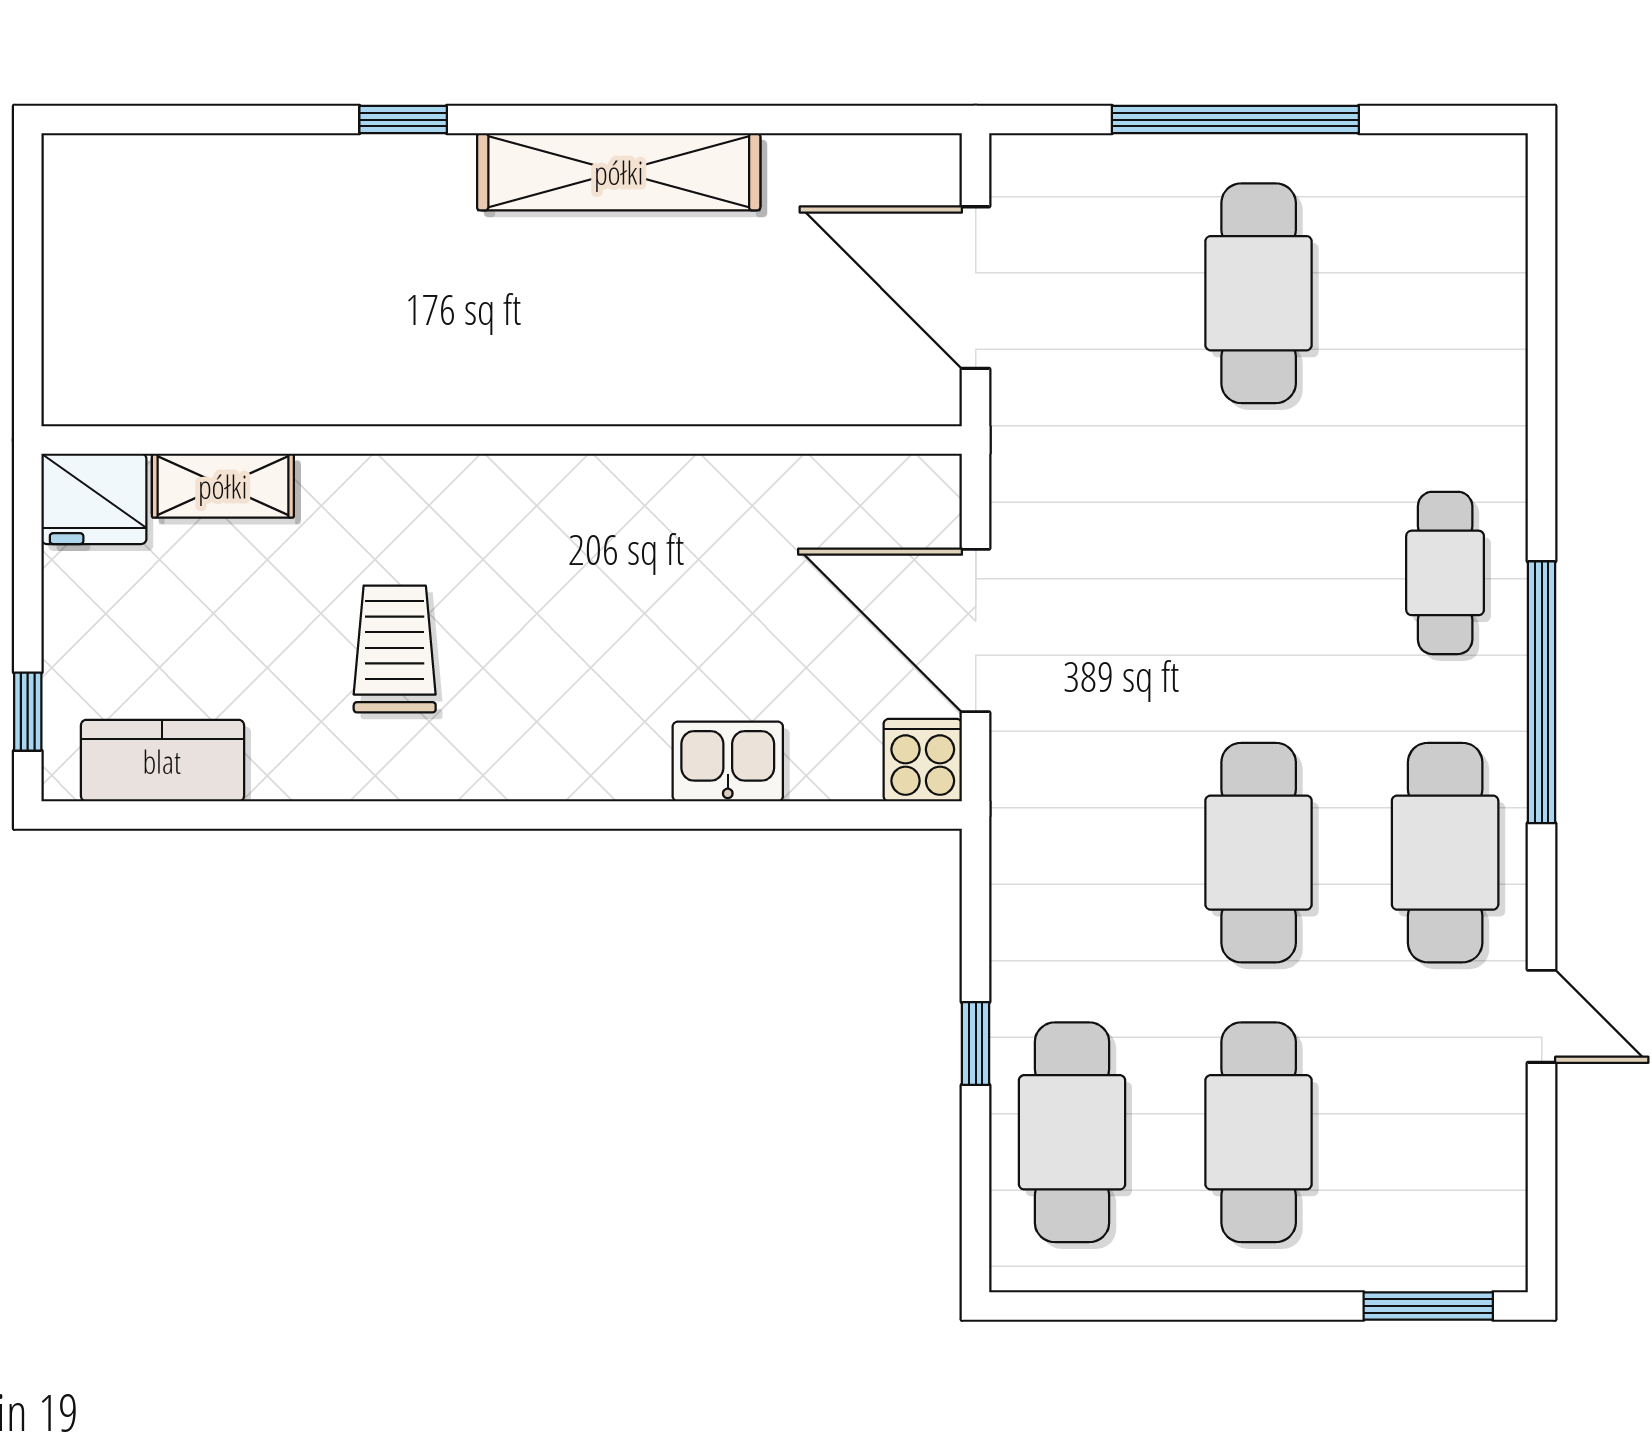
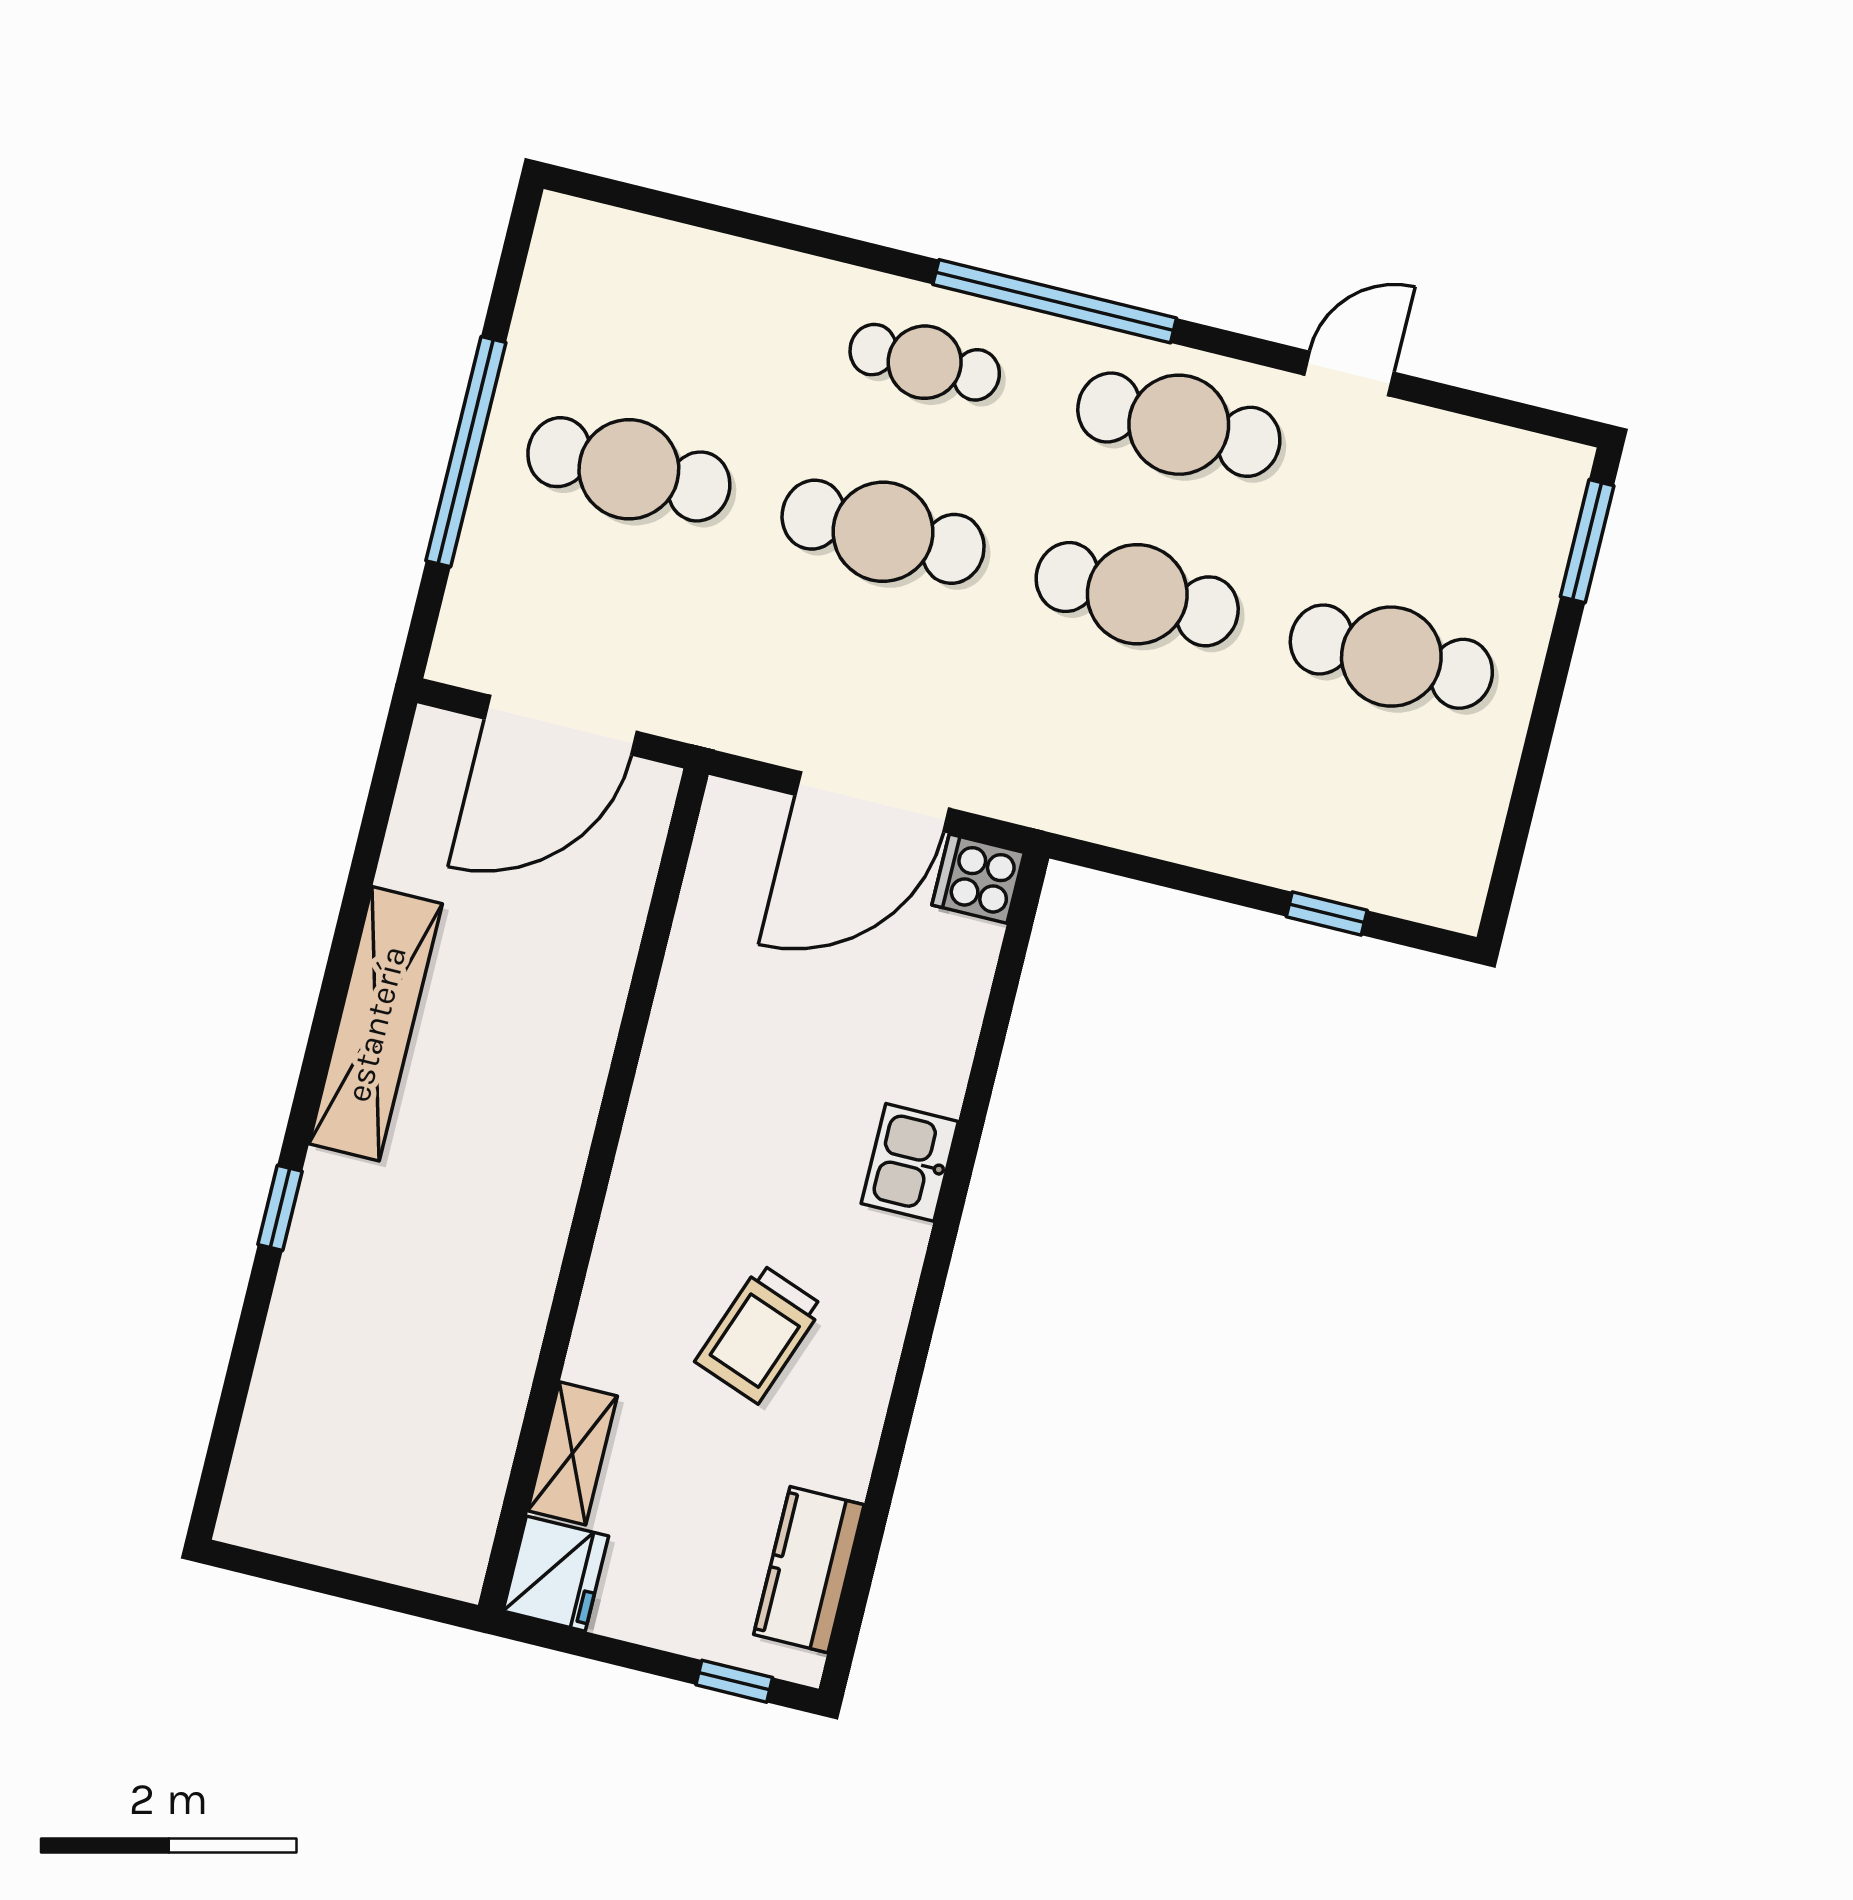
trolley: (395, 649) -> (759, 1334), turned -70
kitchen sink: (728, 761) -> (910, 1162), moved
window: (976, 1044) -> (1327, 913), moved
cafe table: (1072, 1132) -> (883, 532), moved

